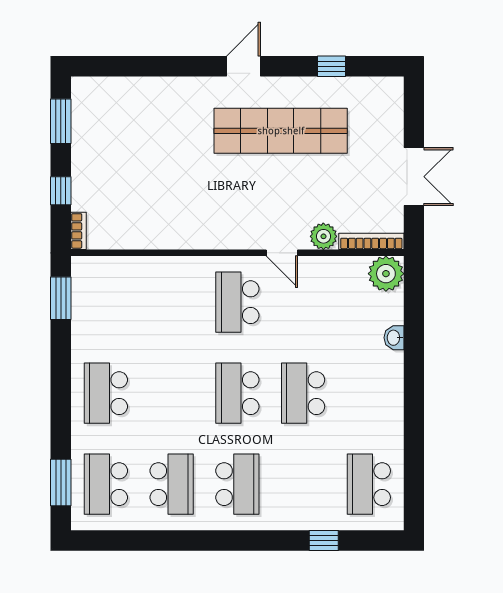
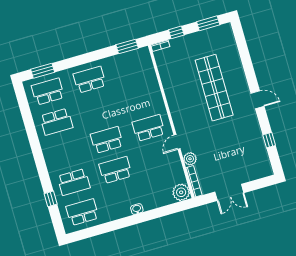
shop shelf: (281, 131) -> (214, 88), moved
washbasin: (394, 338) -> (137, 209), moved
school desk: (237, 484) -> (74, 182), moved

